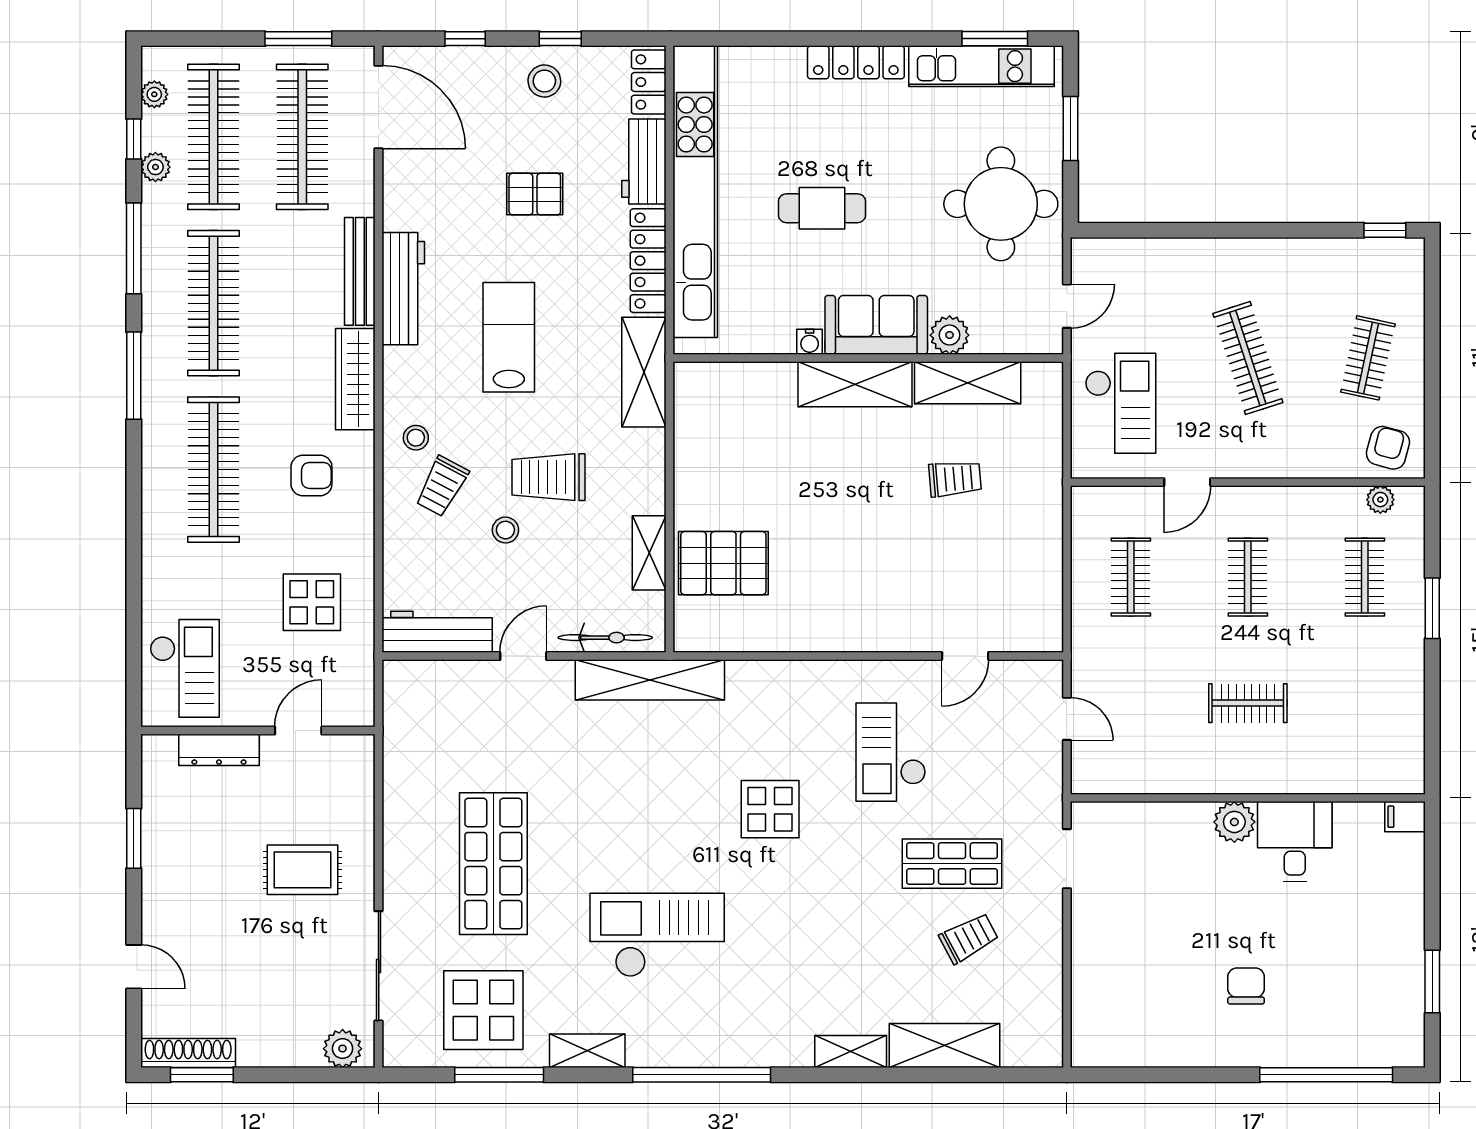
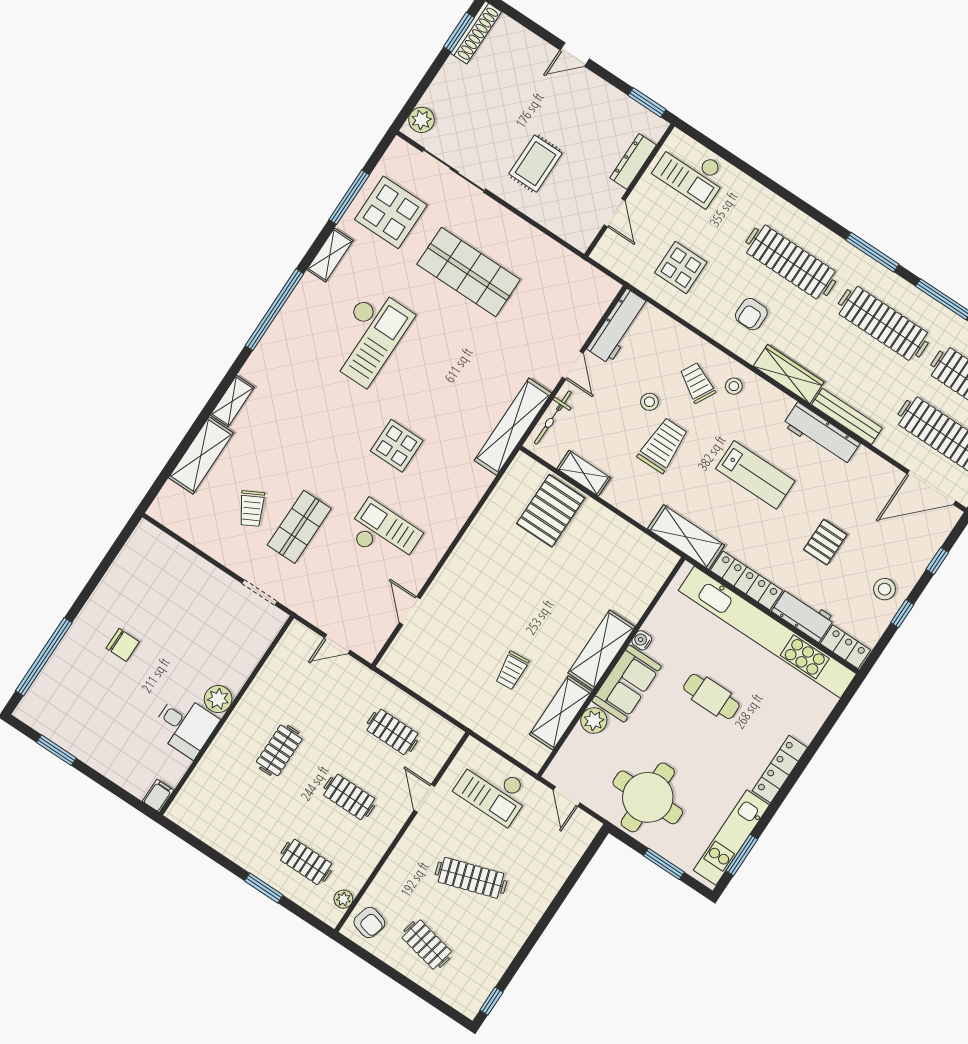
cafe table: (822, 208) -> (711, 696), turned 90
window: (134, 838) -> (647, 102), moved
door: (134, 967) -> (575, 54), moved

